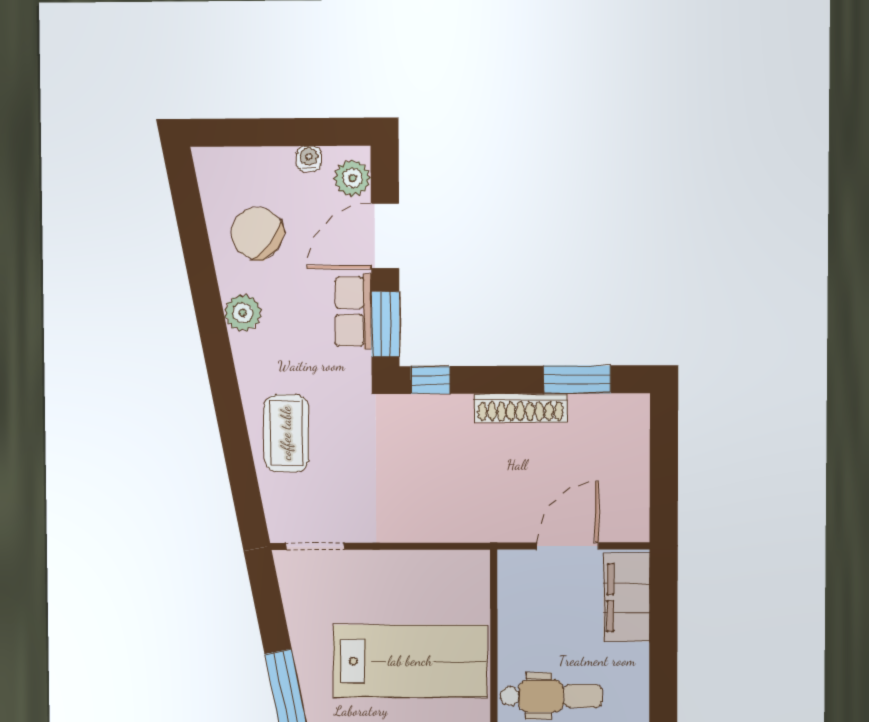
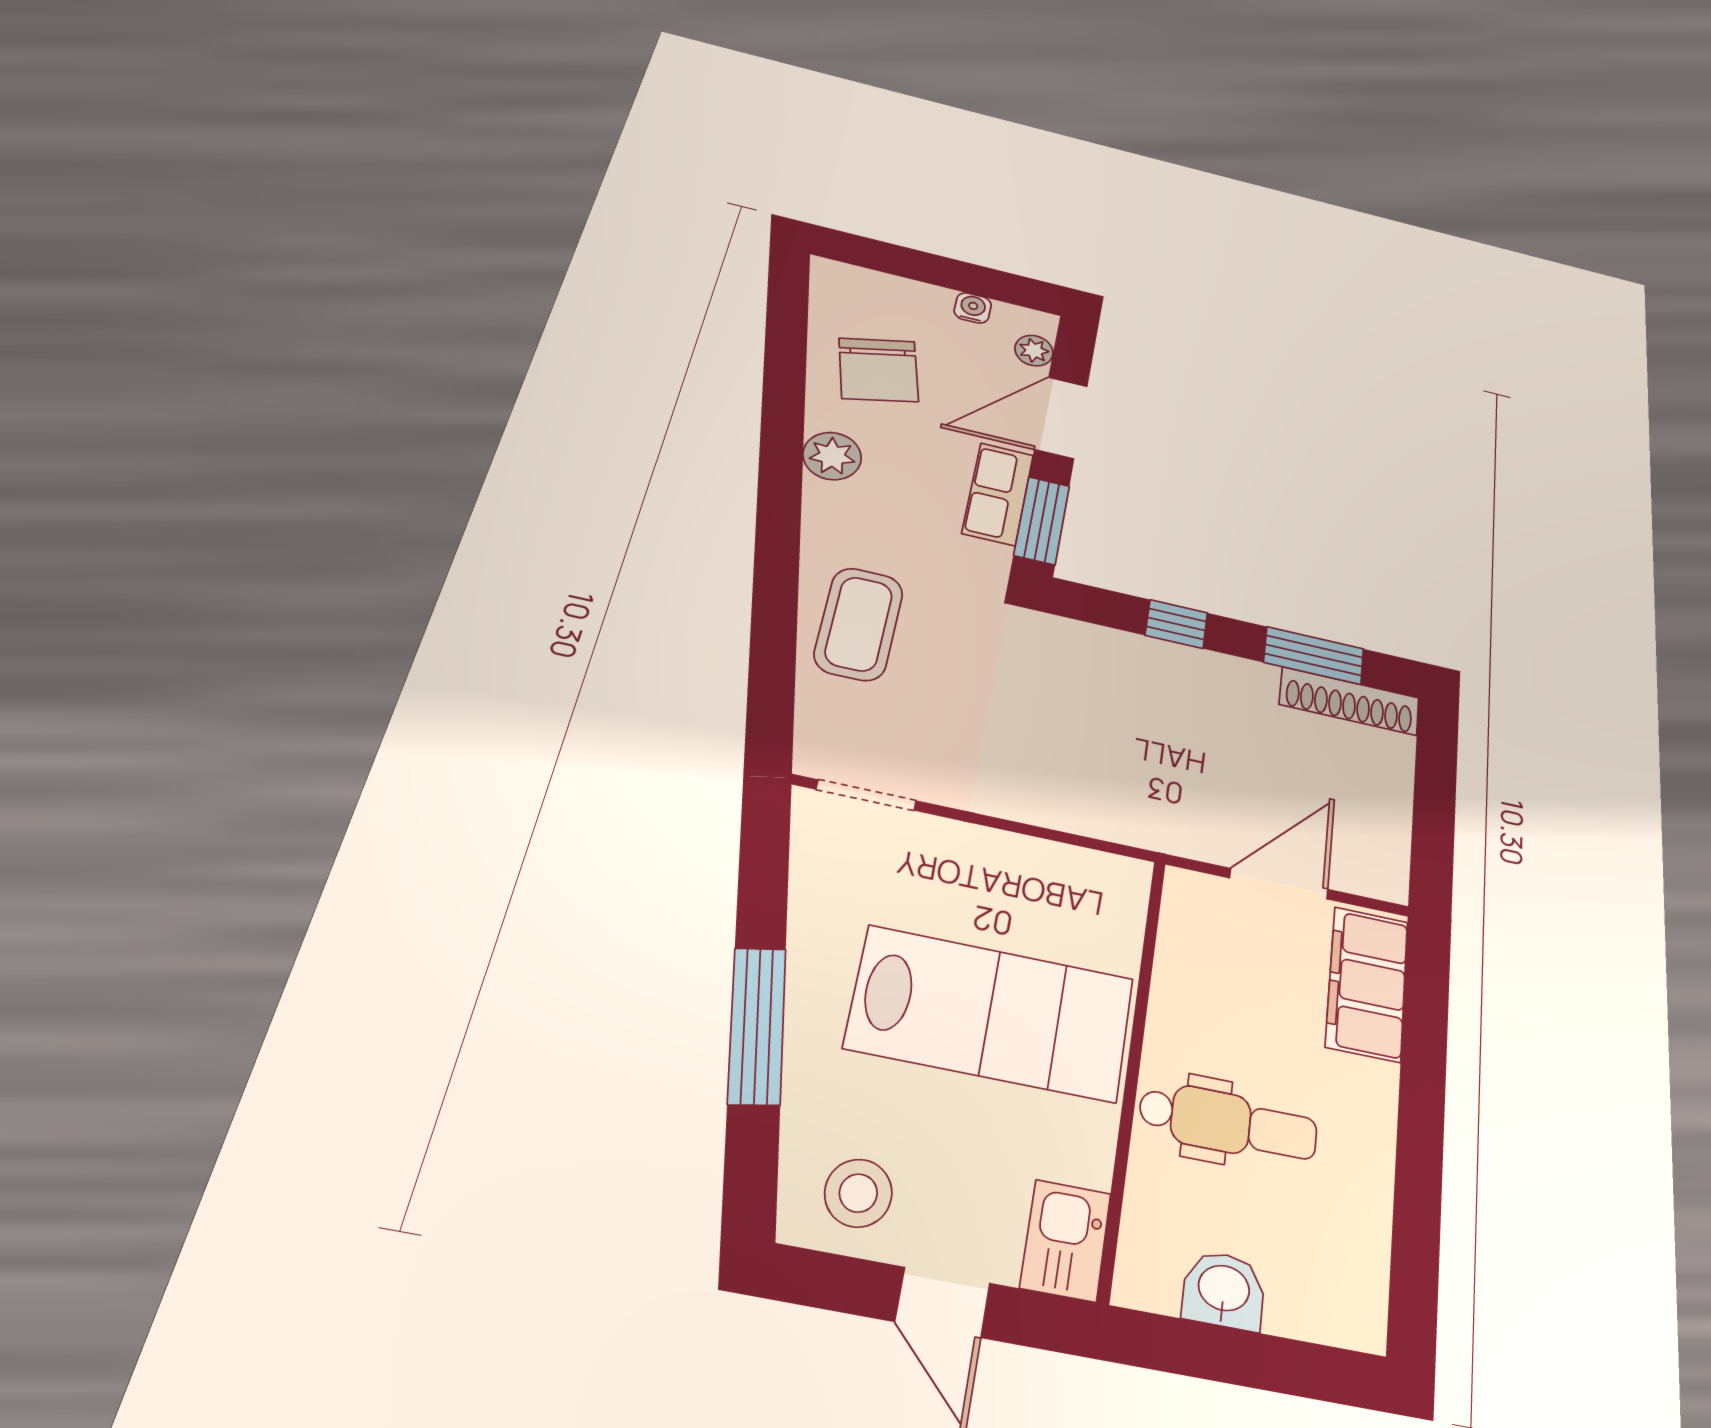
plant: (352, 178) -> (1034, 351), width x0.73, depth x0.73
chair: (257, 233) -> (879, 370), turned -142
window: (430, 380) -> (1176, 624), moved
shoe rack: (520, 408) -> (1349, 701), moved

